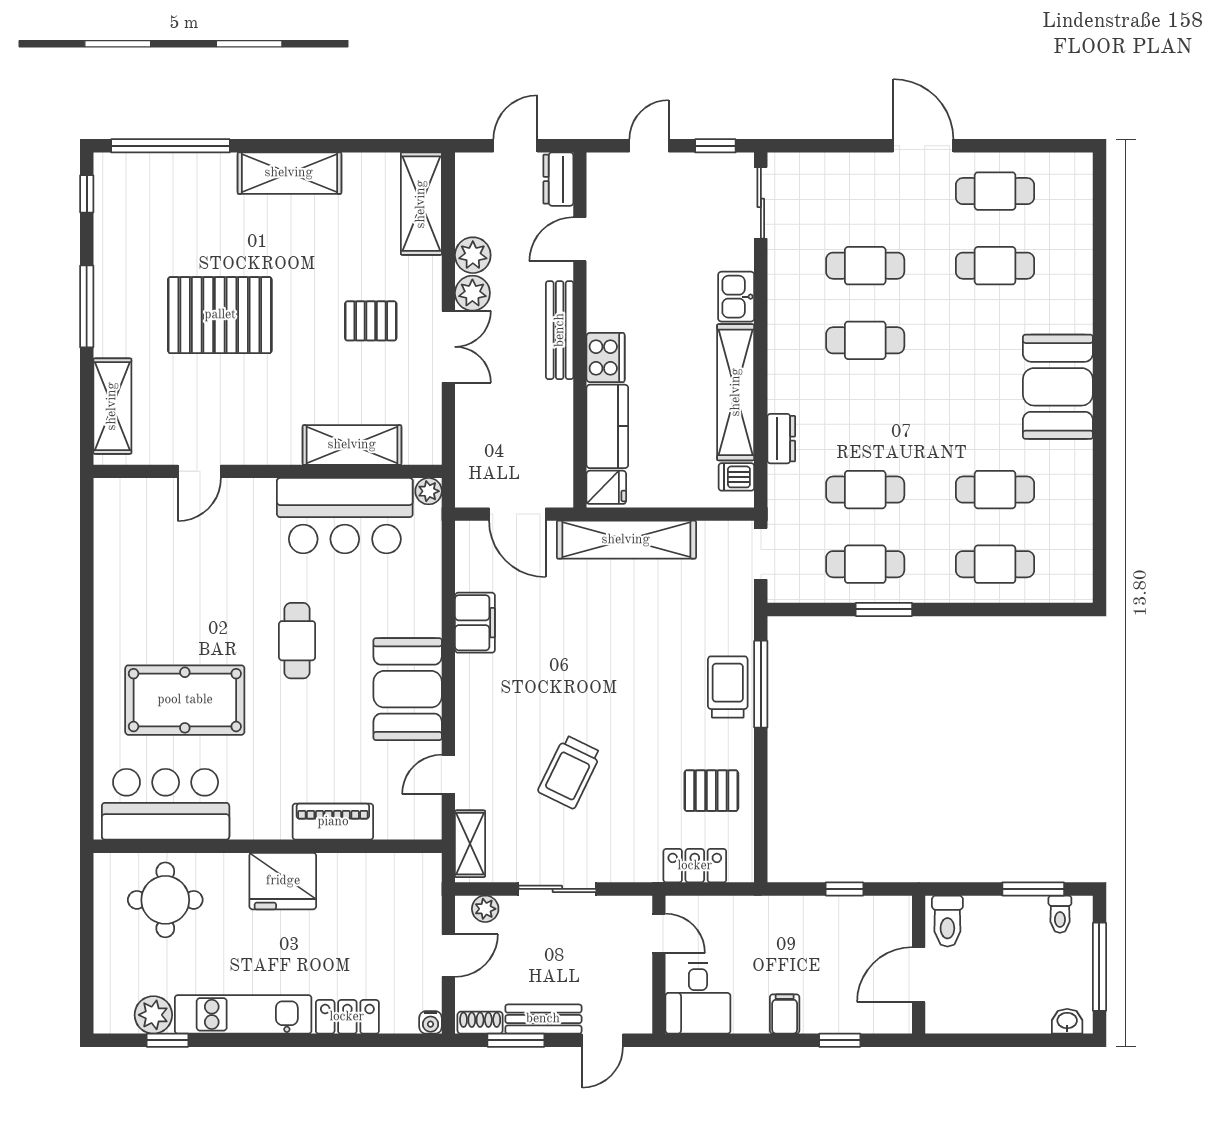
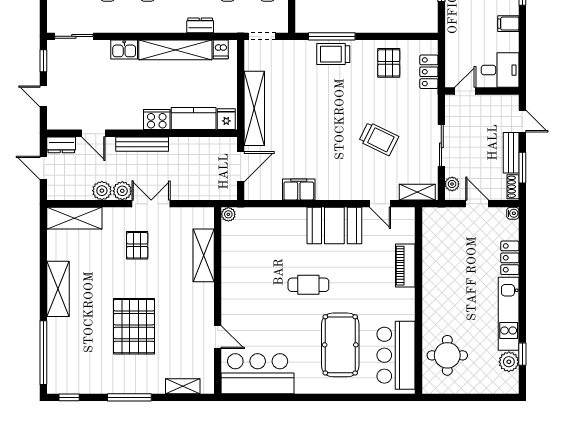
shelving: (112, 406) -> (183, 386), width x0.67, depth x0.75
bar counter: (345, 516) -> (258, 374), moved, turned -90
fridge: (283, 881) -> (437, 292), removed

